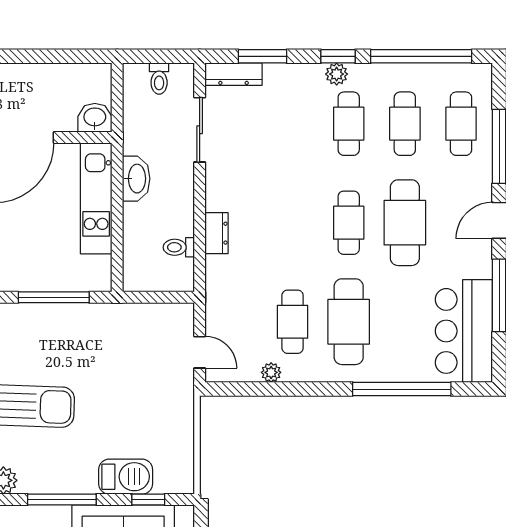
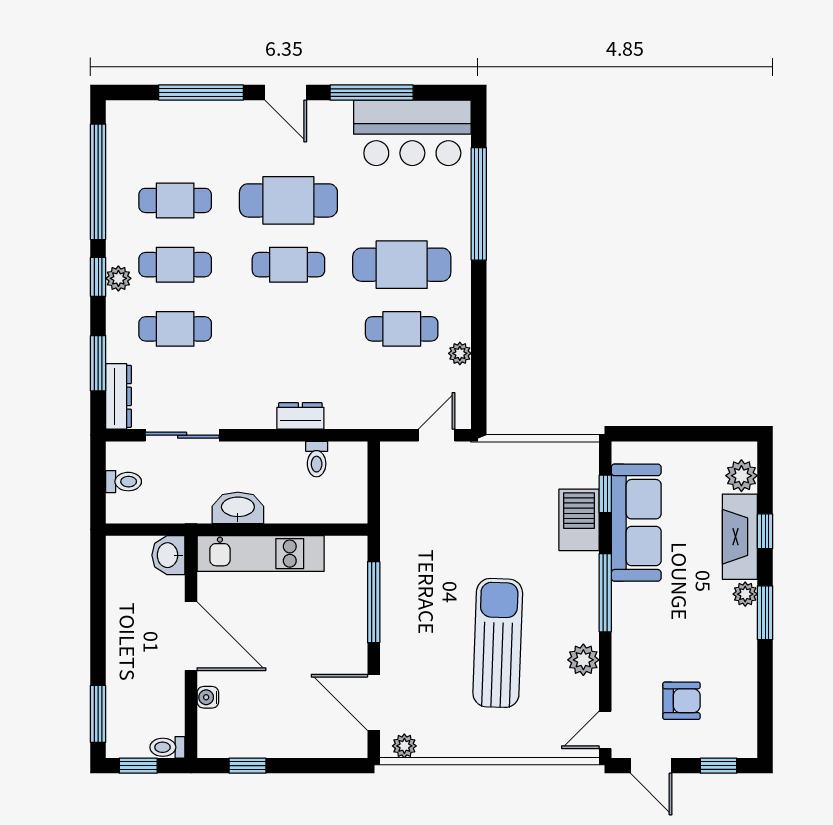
cafe table: (461, 124) -> (175, 329), moved

